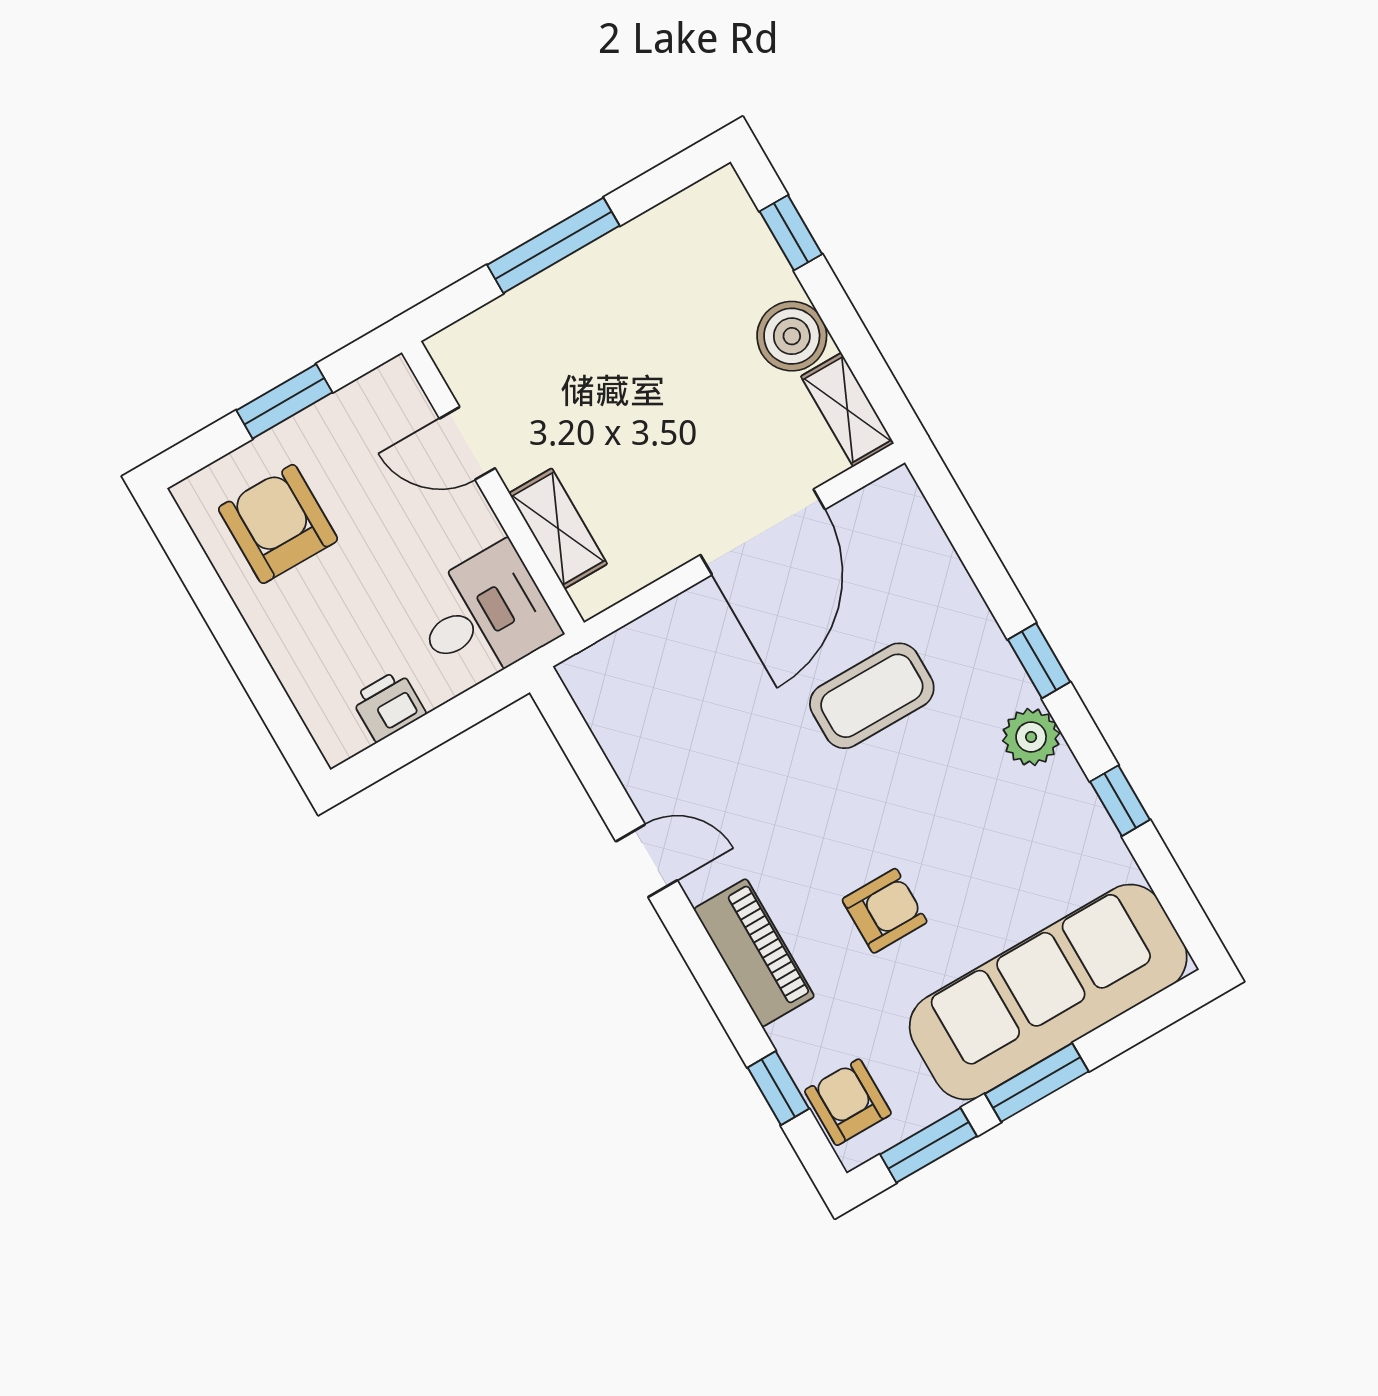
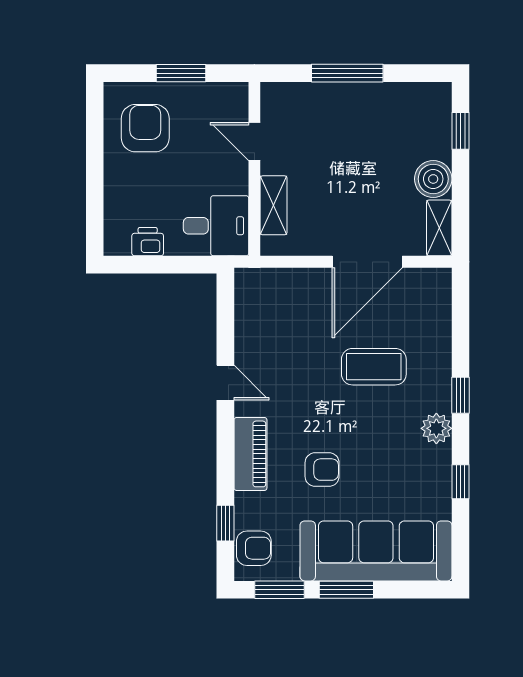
armchair: (848, 1102) -> (254, 548), turned 90

